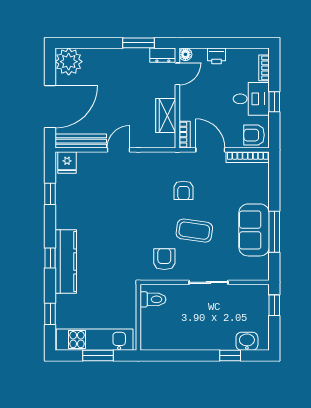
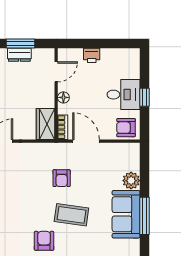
floor lamp: (185, 54) -> (63, 97), moved
dresser: (163, 55) -> (19, 55), moved
bookcase: (264, 68) -> (135, 66), removed
wardrobe: (166, 115) -> (45, 124), moved
bookcase: (248, 157) -> (120, 148), removed
plant: (260, 193) -> (131, 181), added

